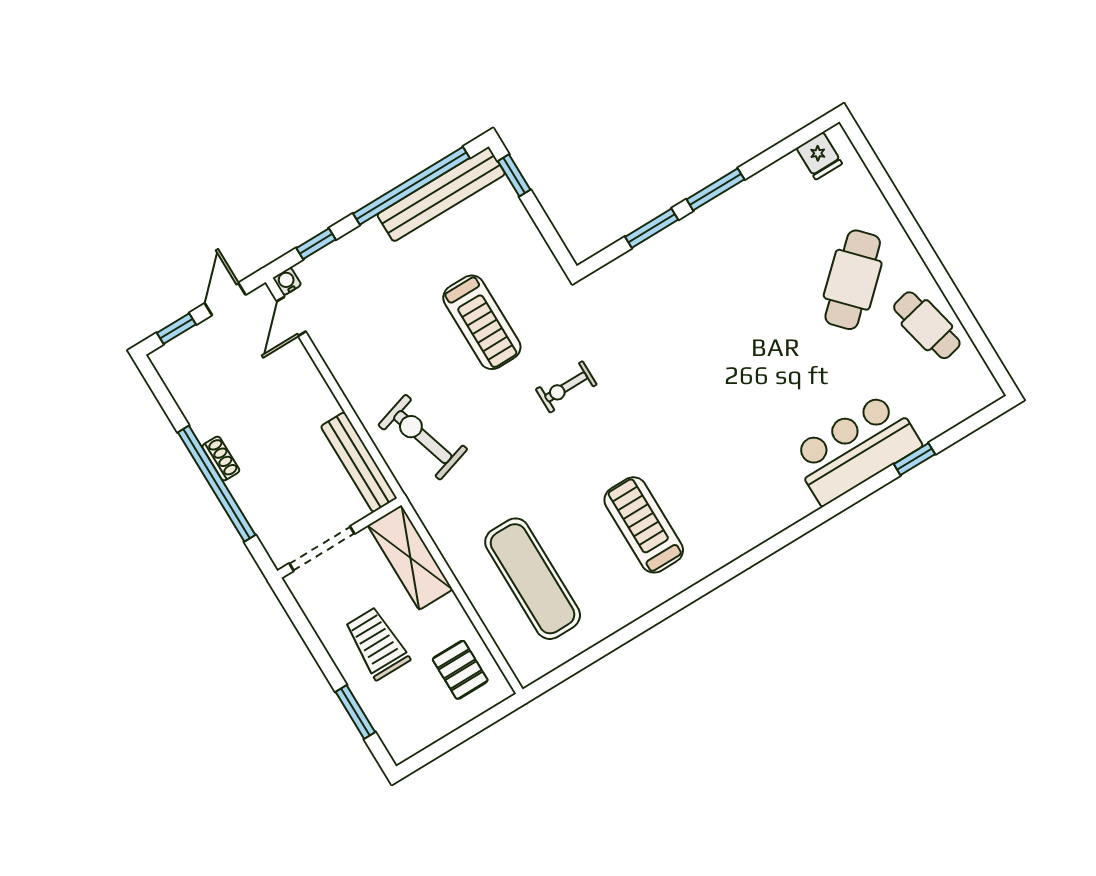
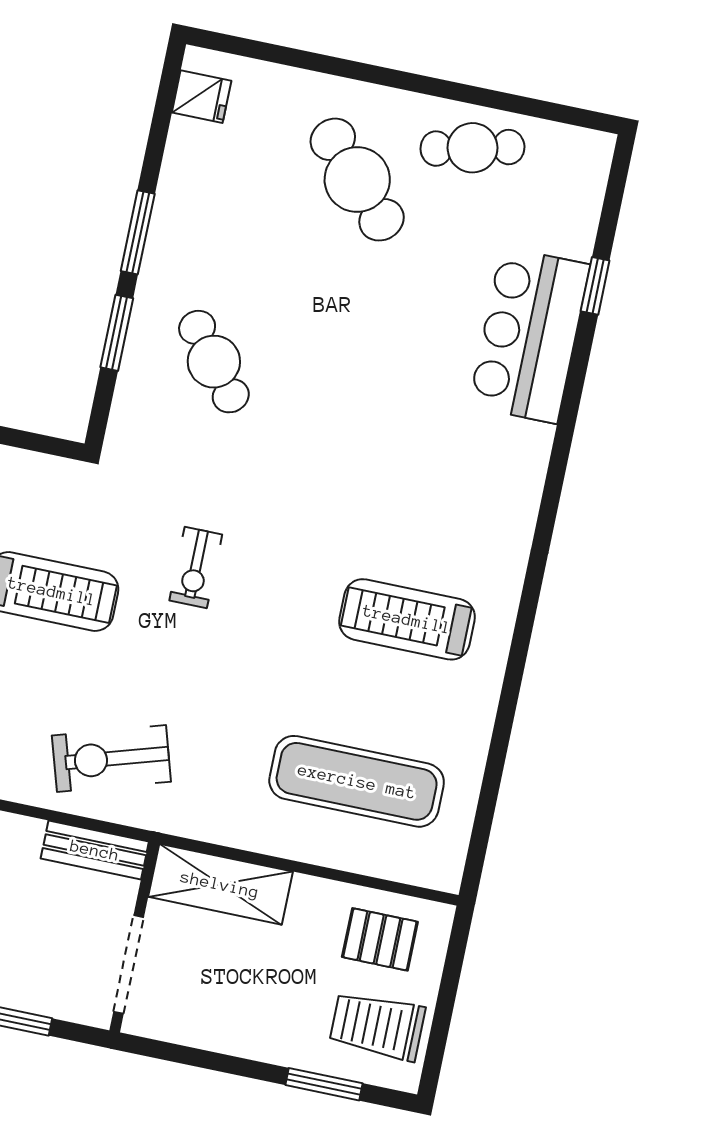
cafe table: (685, 294) -> (214, 362), added
bench: (359, 462) -> (95, 850), width x0.73
trolley: (377, 643) -> (377, 1026), moved

